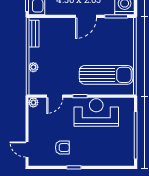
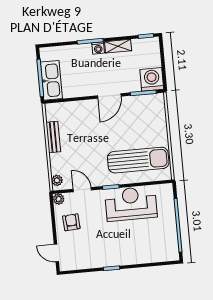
bench: (34, 34) -> (53, 137), moved
plant: (33, 67) -> (57, 180), moved
door: (55, 96) -> (82, 190), swing flipped
armchair: (62, 148) -> (71, 222), moved, turned -94

